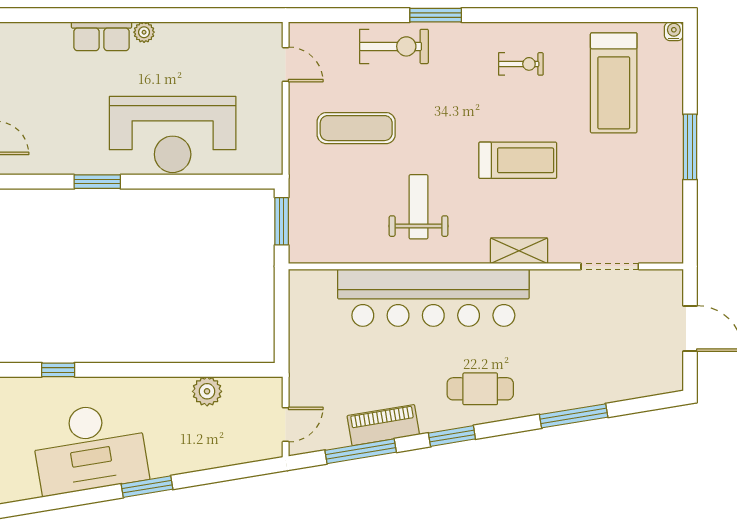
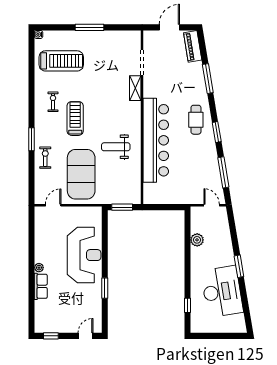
exercise bike: (394, 46) -> (45, 158), width x0.73, depth x0.72
exercise mat: (356, 128) -> (81, 174), width x2.00, depth x1.45
treadmill: (518, 160) -> (75, 118), moved
shelving: (519, 251) -> (135, 88), moved
piano: (383, 425) -> (193, 46), moved

